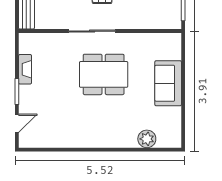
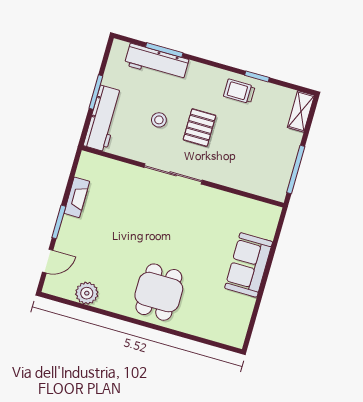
dining table: (104, 74) -> (159, 292), moved, width x0.73
plant: (147, 139) -> (87, 293), moved

